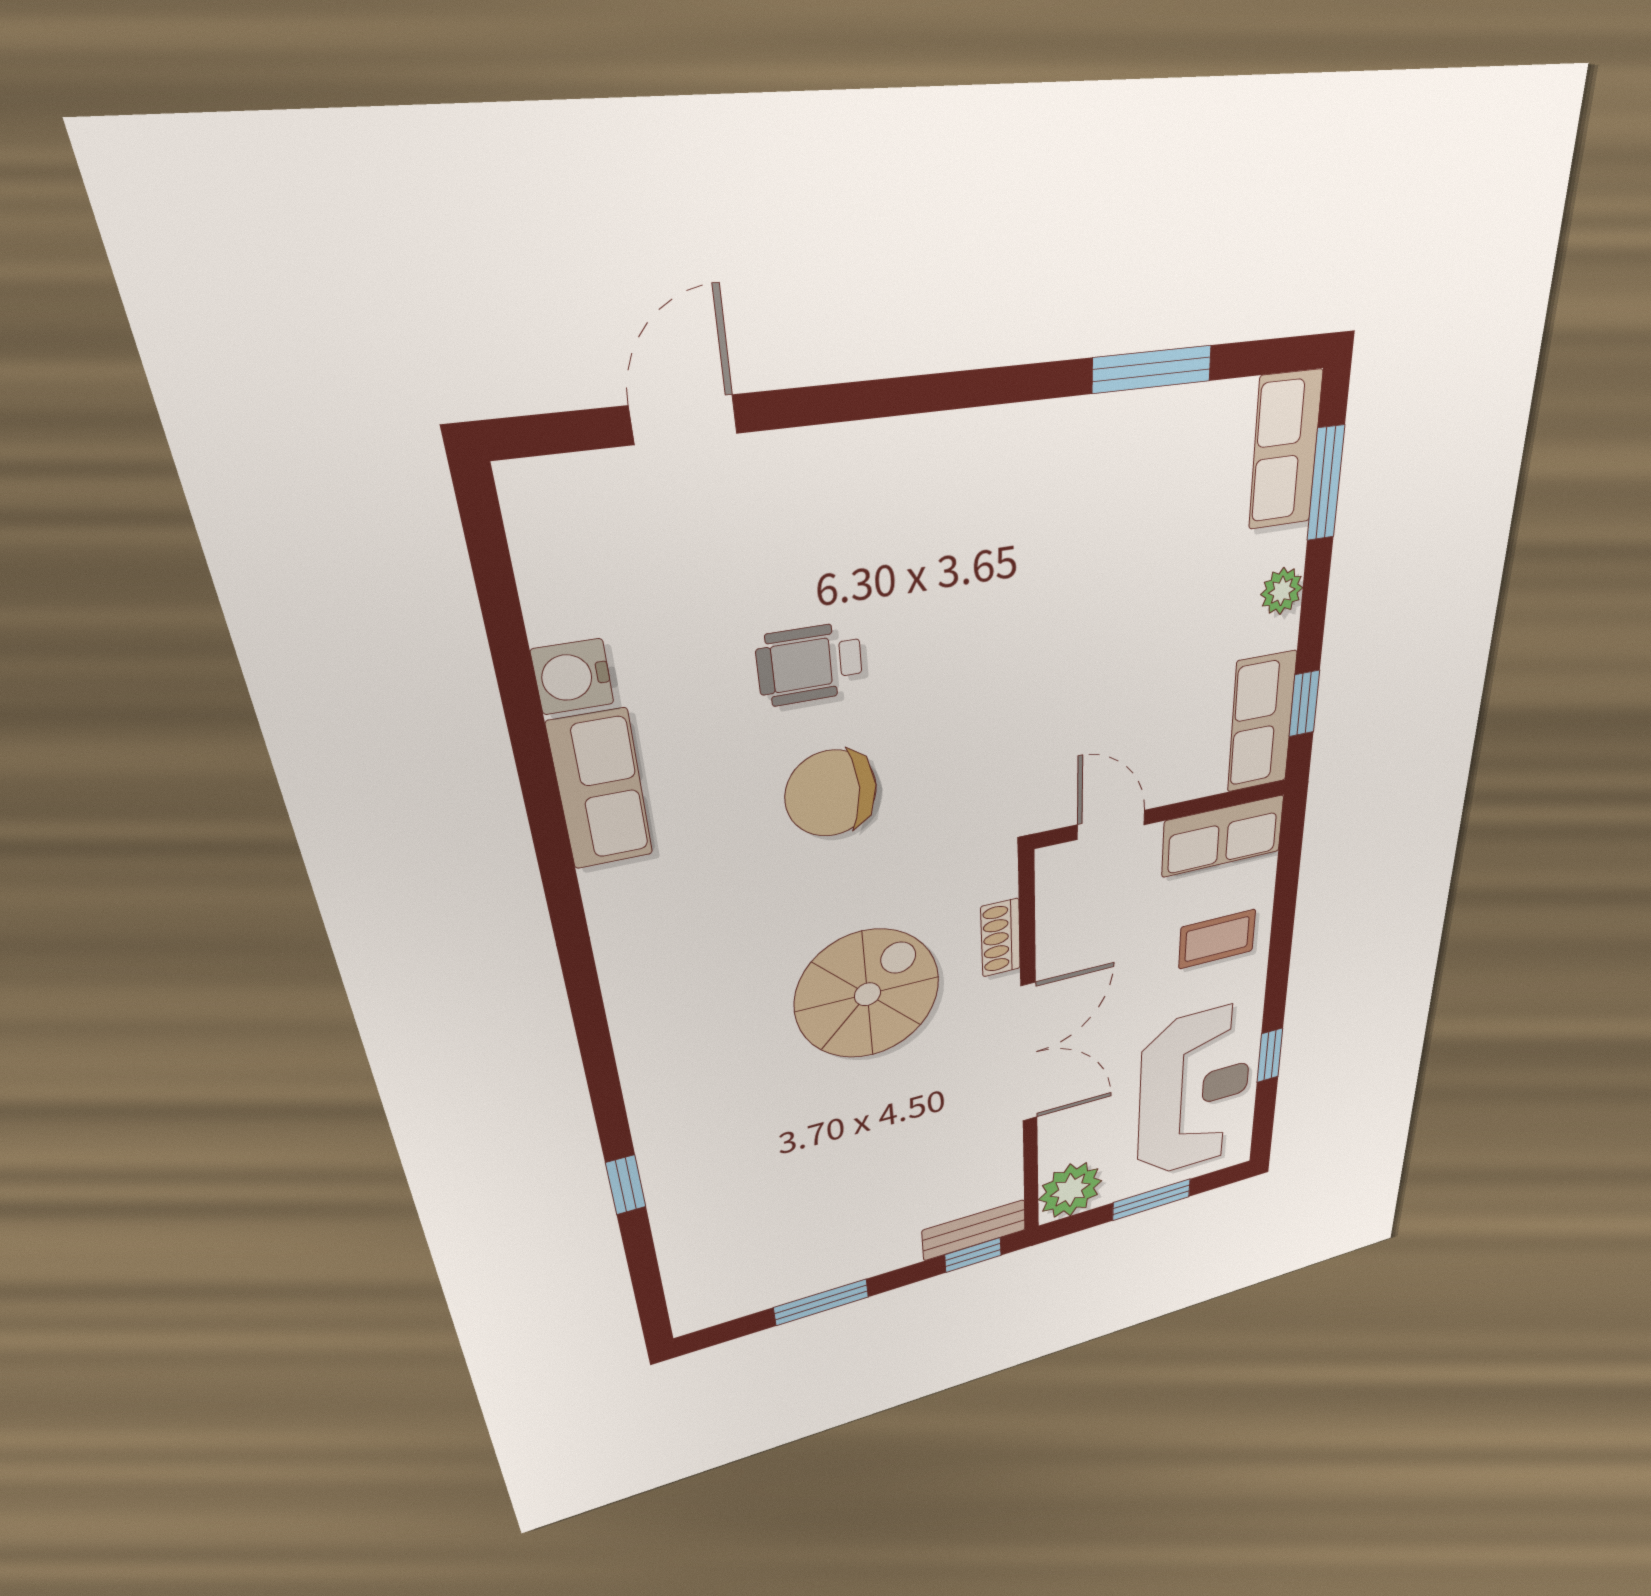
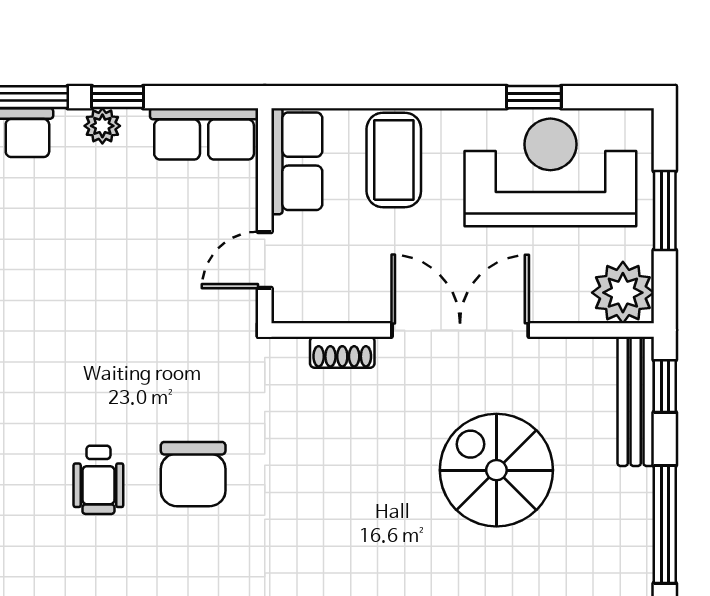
window: (1304, 704) -> (117, 97), moved
coffee table: (1217, 939) -> (394, 160), width x1.36, depth x1.30
spiral stairs: (867, 994) -> (496, 470), moved
bench: (974, 1230) -> (636, 401), width x1.36
window: (821, 1302) -> (665, 524), width x1.44

